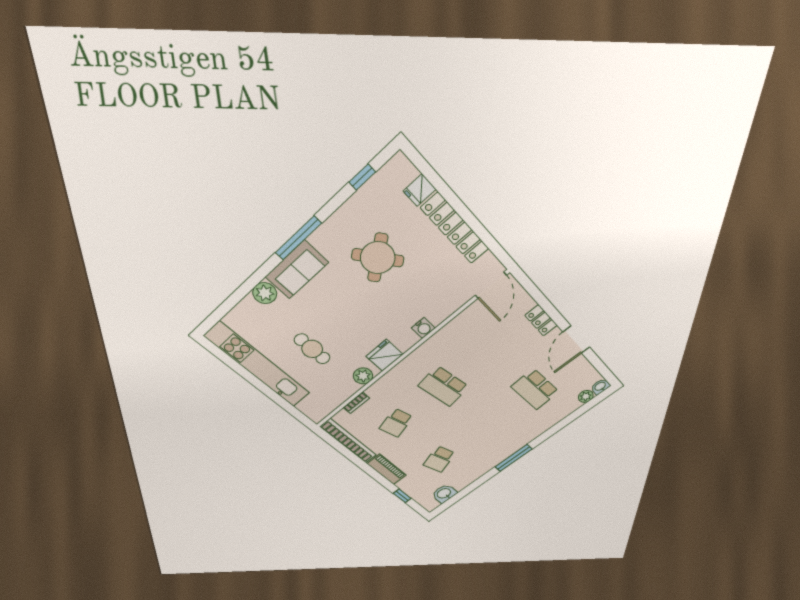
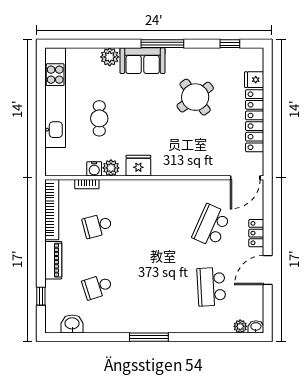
water cooler: (423, 328) -> (94, 169), moved
school desk: (444, 386) -> (211, 226), moved, turned 33

